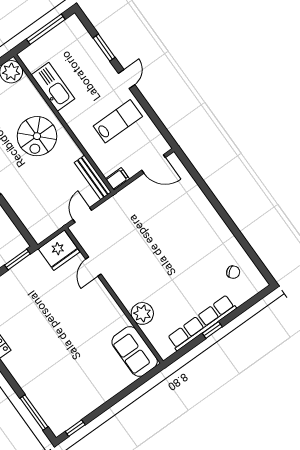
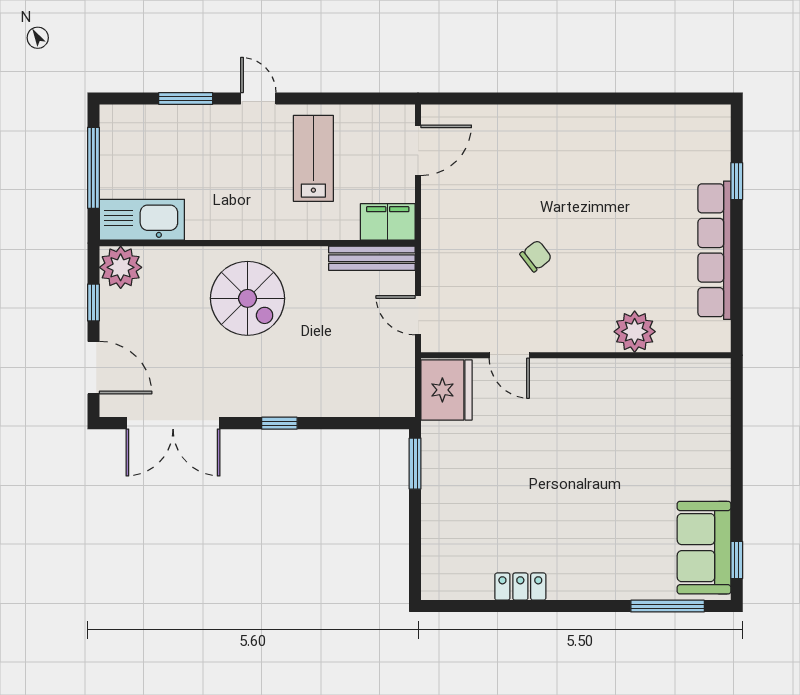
kitchen sink: (53, 87) -> (142, 220), moved
filing cabinet: (118, 179) -> (388, 222), width x2.00
chair: (233, 272) -> (536, 256), moved
window: (212, 330) -> (737, 181), moved
sofa: (135, 351) -> (704, 548), moved, turned 90

